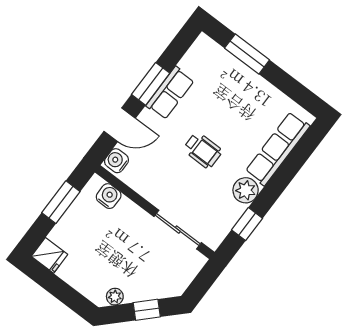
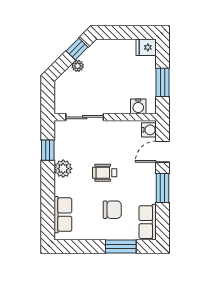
row of seats: (170, 93) -> (148, 222), moved
chair: (225, 102) -> (112, 210), added
row of seats: (278, 149) -> (63, 215), width x0.68
plant: (115, 297) -> (78, 66), moved
window: (147, 310) -> (77, 49), moved

